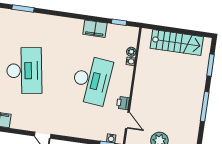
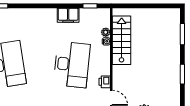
stairs: (177, 43) -> (122, 40), moved, turned -90
window: (205, 107) -> (182, 74), width x0.69

